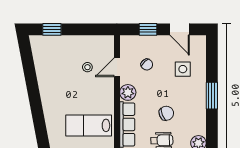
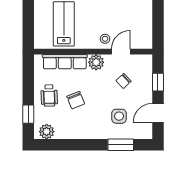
stool: (87, 67) -> (105, 39), moved
door: (117, 67) -> (121, 52), hinge flipped
window: (212, 96) -> (121, 145), moved

